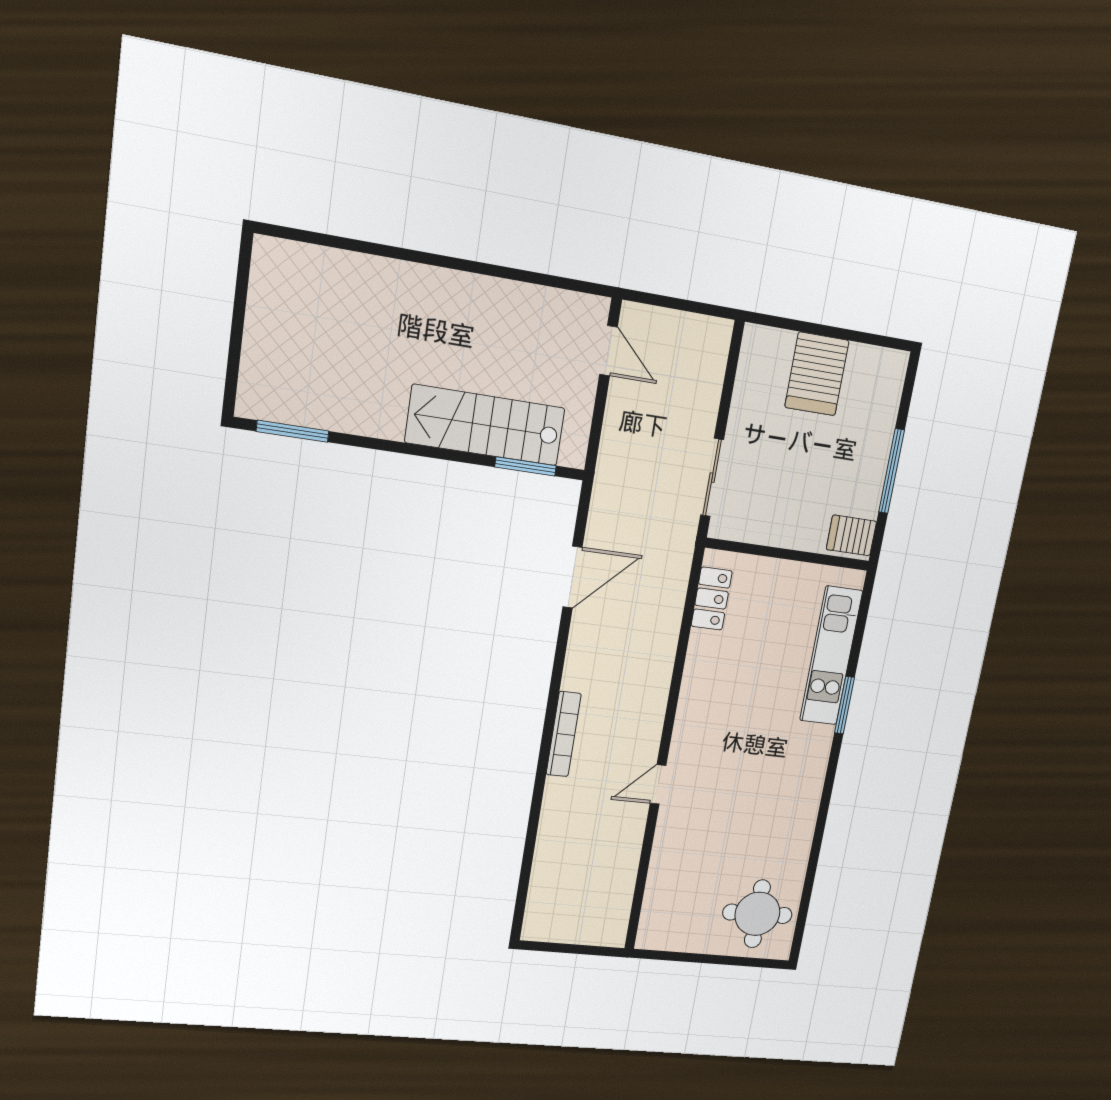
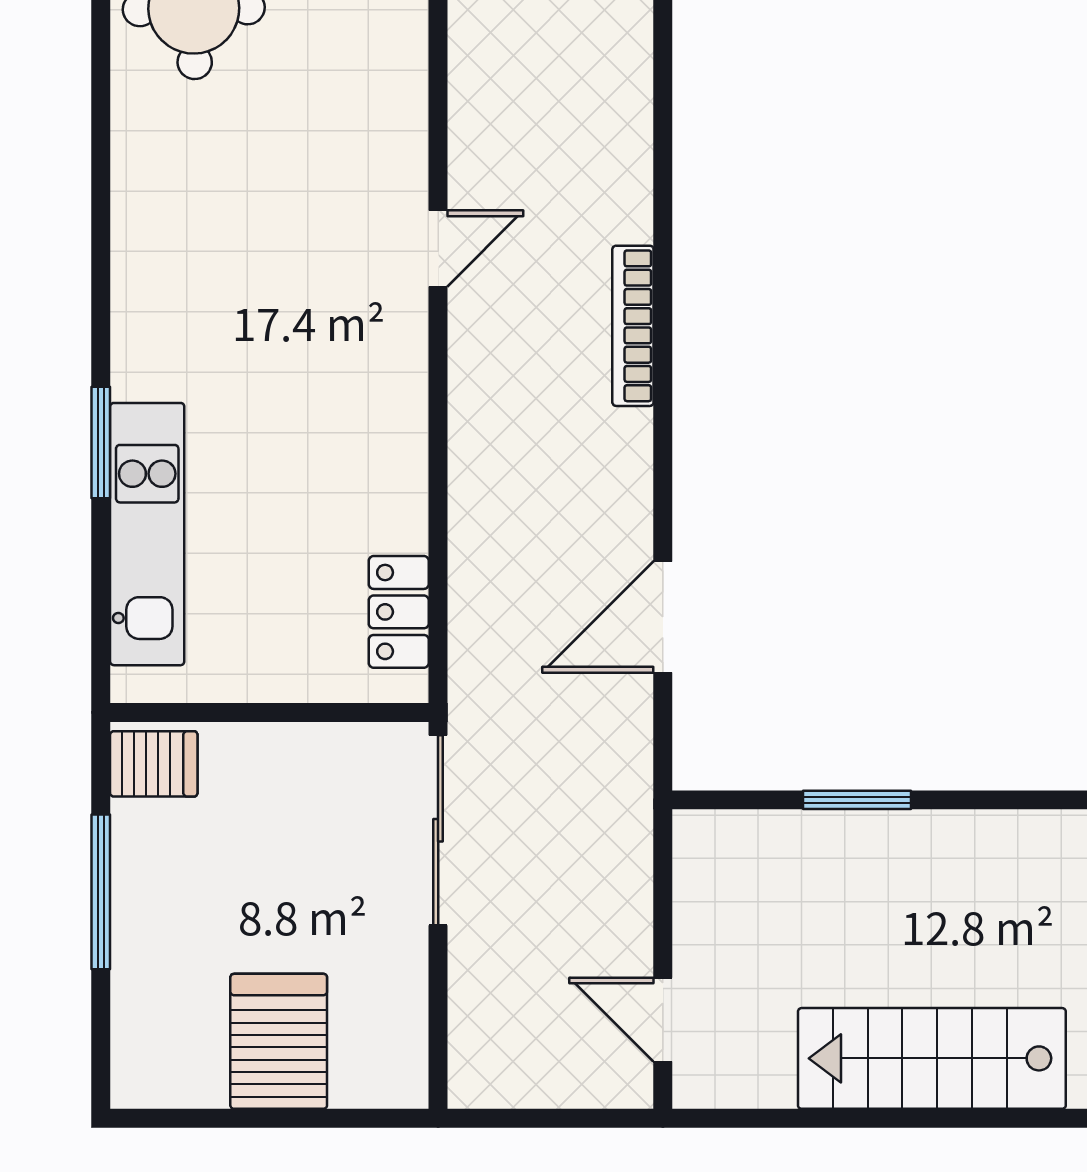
stairs: (485, 425) -> (932, 1058), moved, turned 180
window: (526, 466) -> (857, 800), moved
sliding door: (712, 478) -> (438, 830), width x1.37

